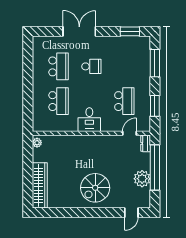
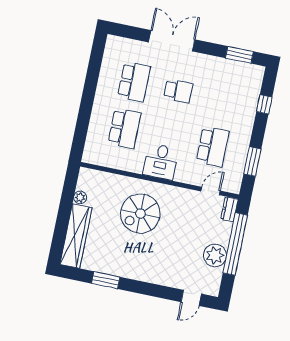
window: (155, 63) -> (264, 104), width x0.46
plant: (37, 143) -> (80, 197), moved
spiral stairs: (95, 188) -> (140, 214), moved
window: (68, 213) -> (106, 280), added

